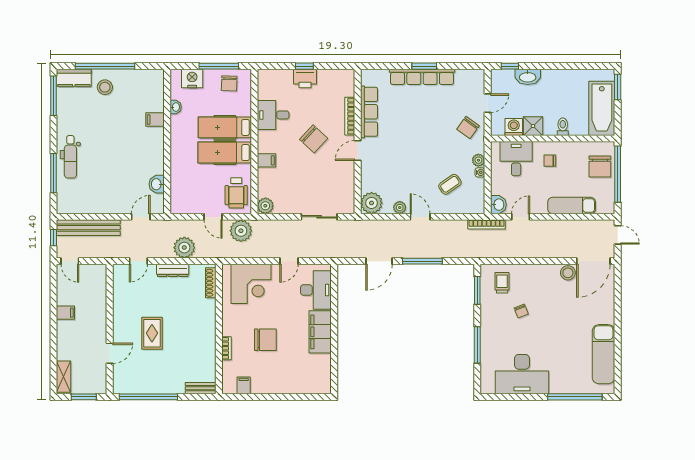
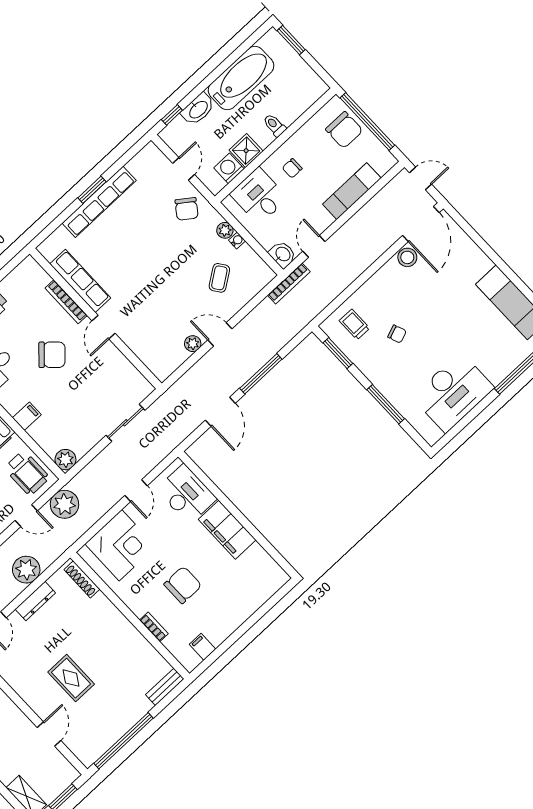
bathtub: (602, 108) -> (241, 78), moved, turned -90
plant: (372, 203) -> (162, 364), removed

